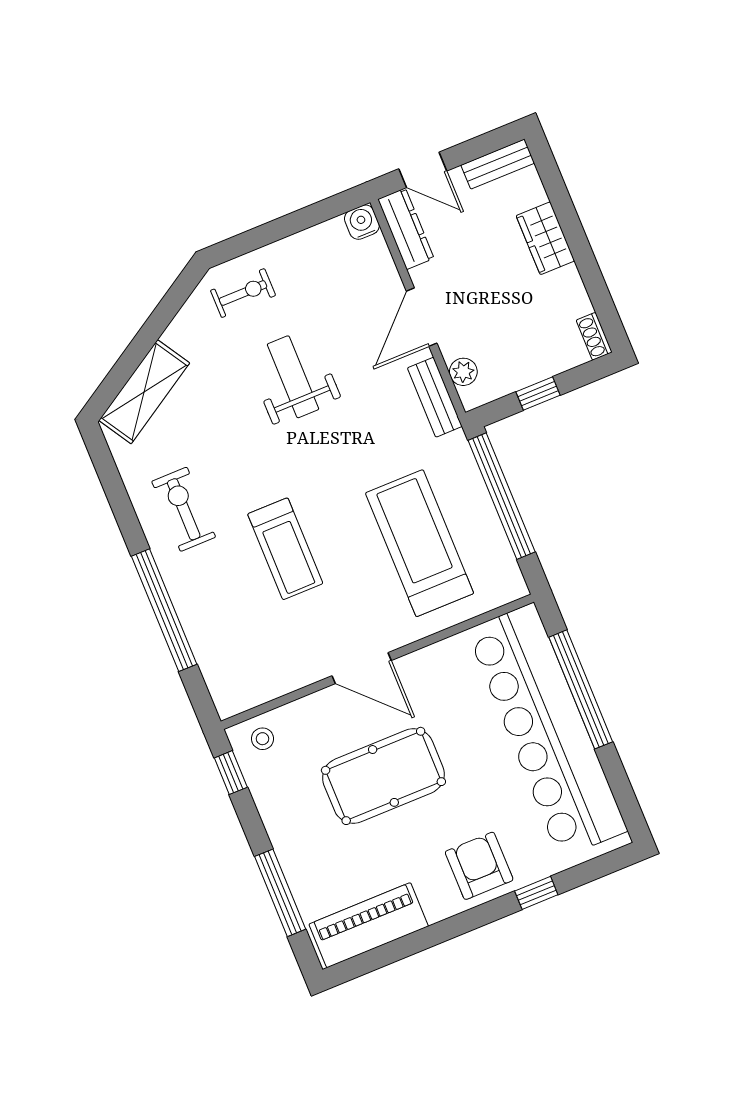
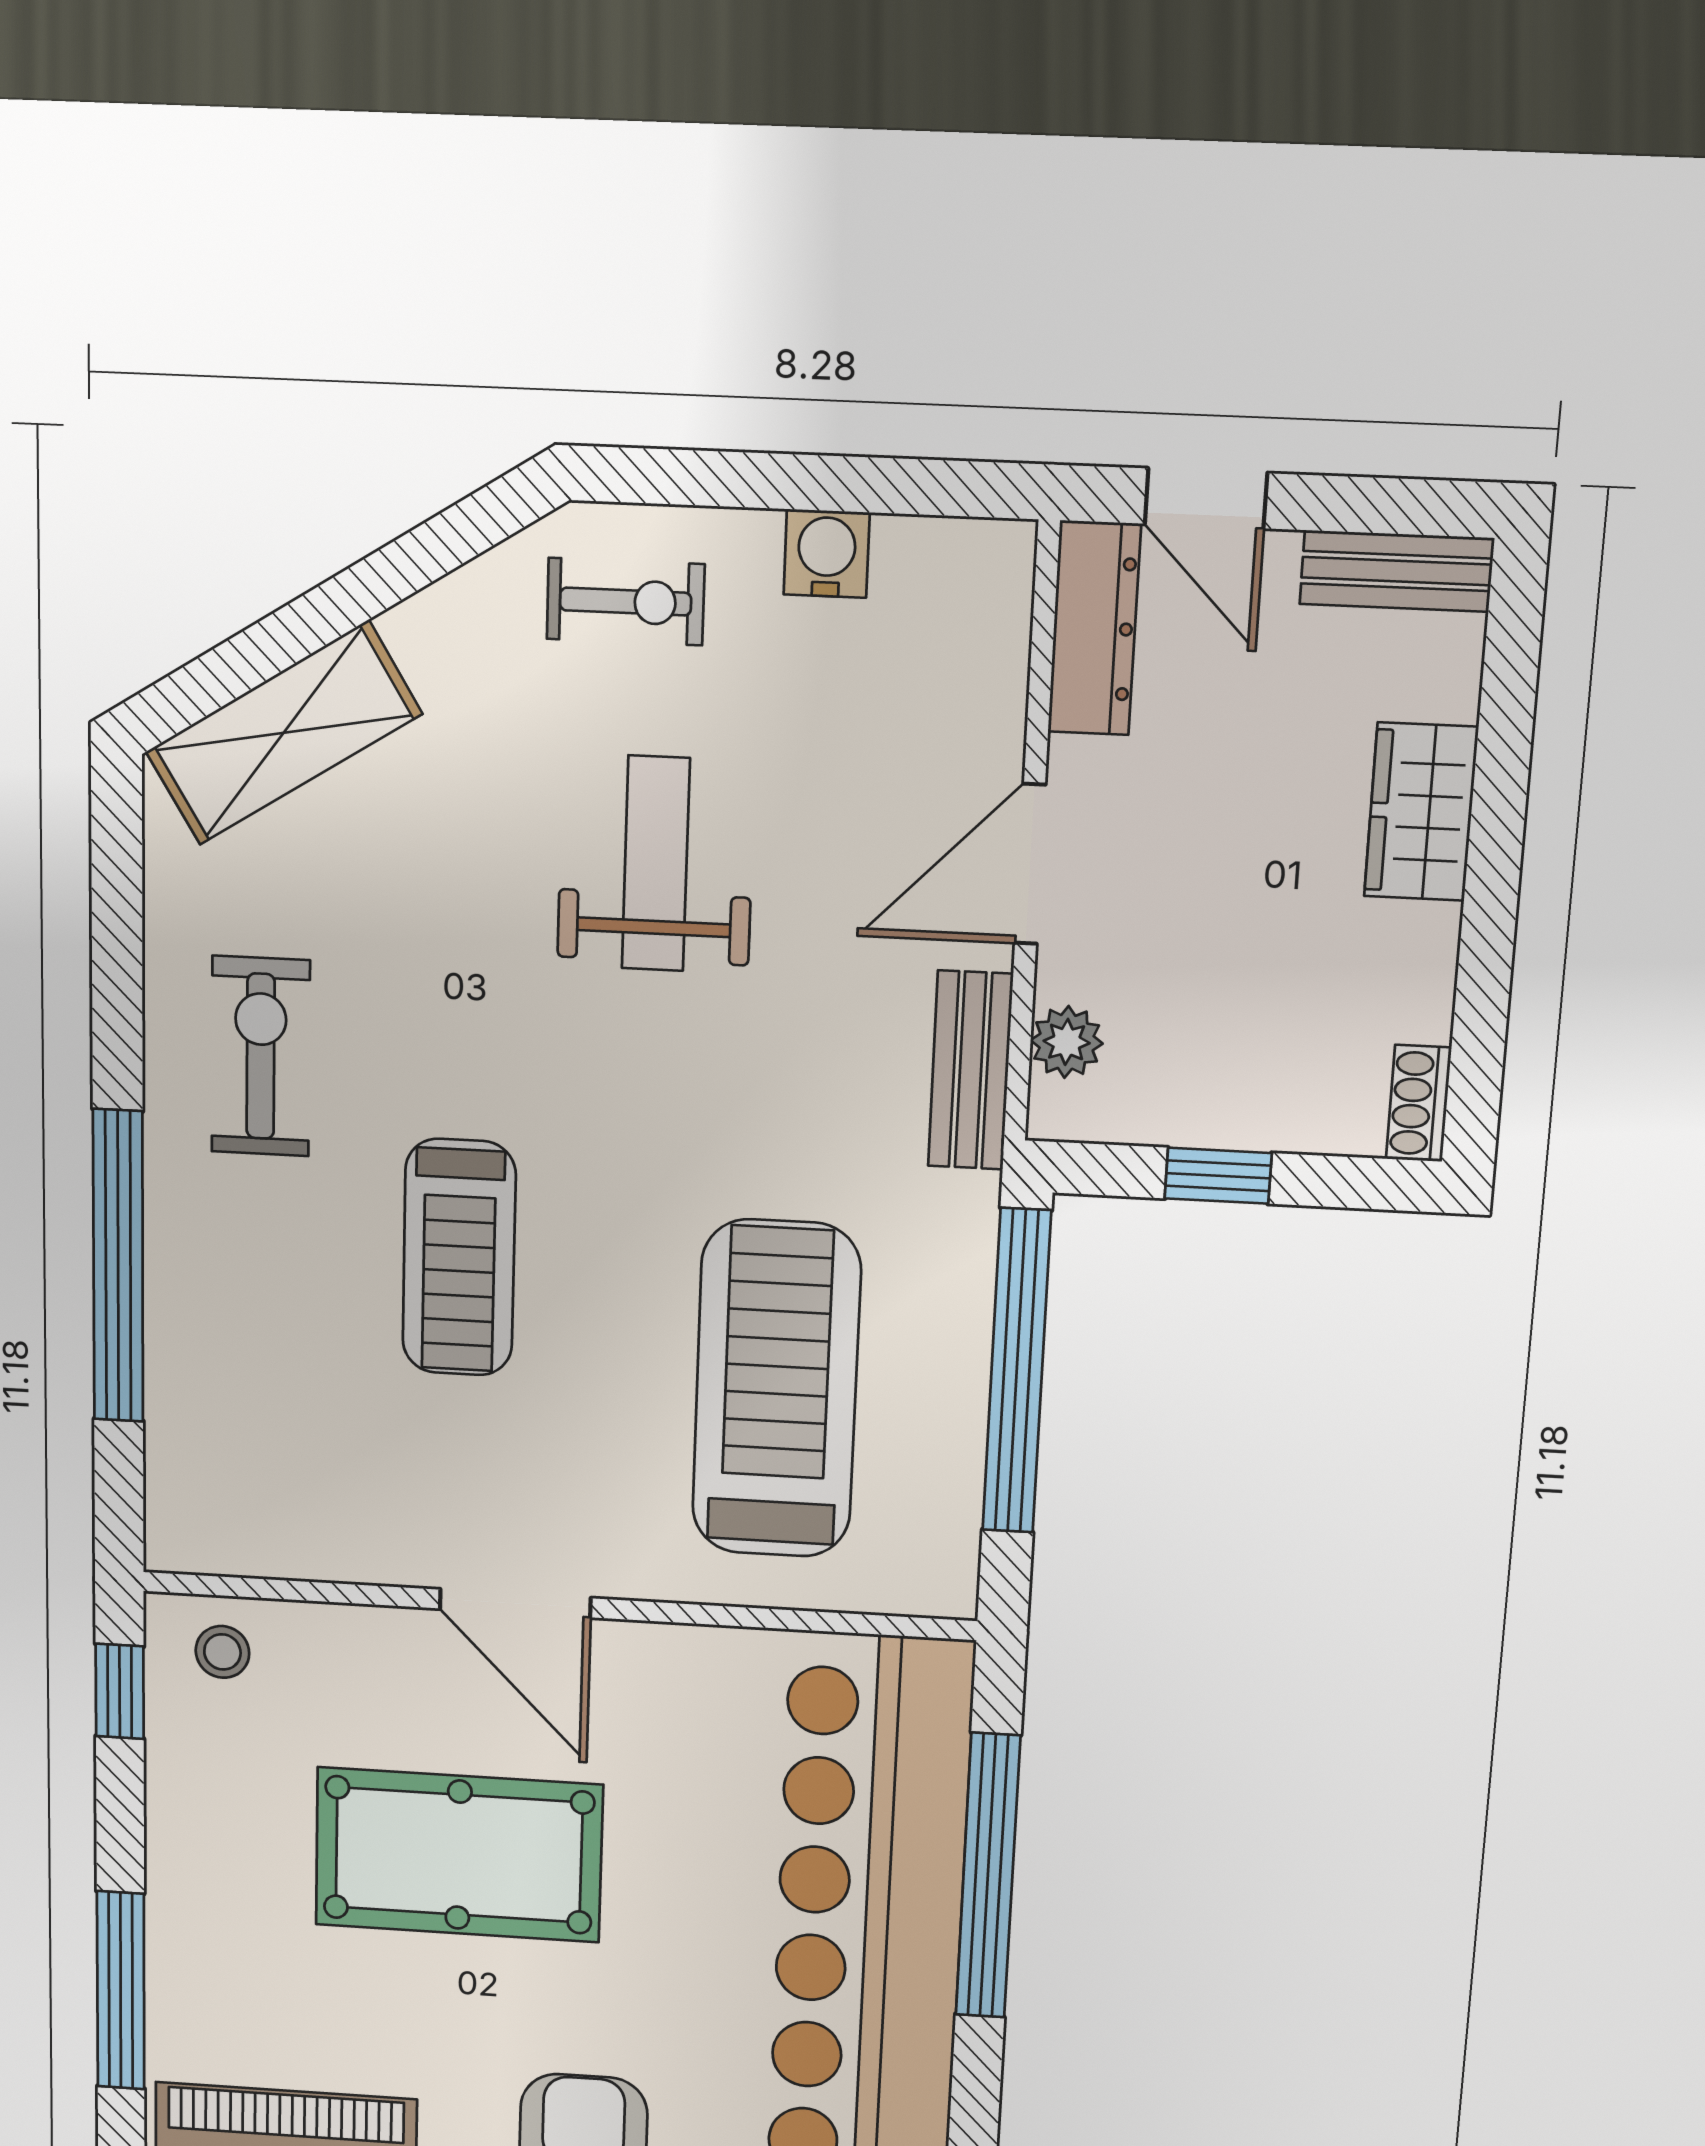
water cooler: (362, 222) -> (827, 553), moved

